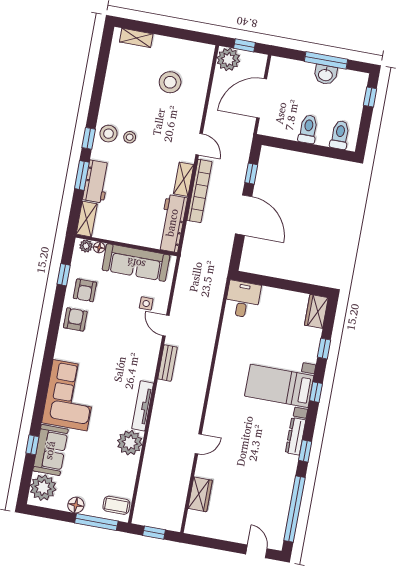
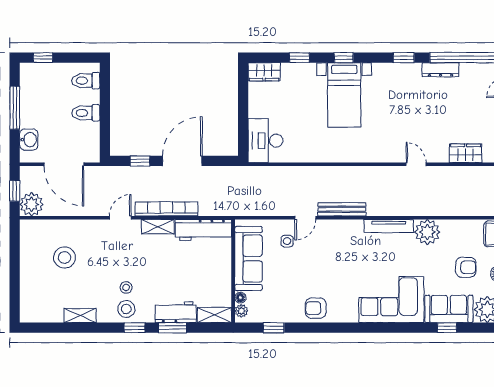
shelving: (136, 38) -> (80, 316), moved, turned 90
washbasin: (325, 75) -> (29, 140), moved
armchair: (85, 290) -> (466, 267), moved
desk: (243, 299) -> (265, 141), width x1.37
bench: (167, 363) -> (342, 209), width x1.36
dresser: (296, 436) -> (440, 70), moved

